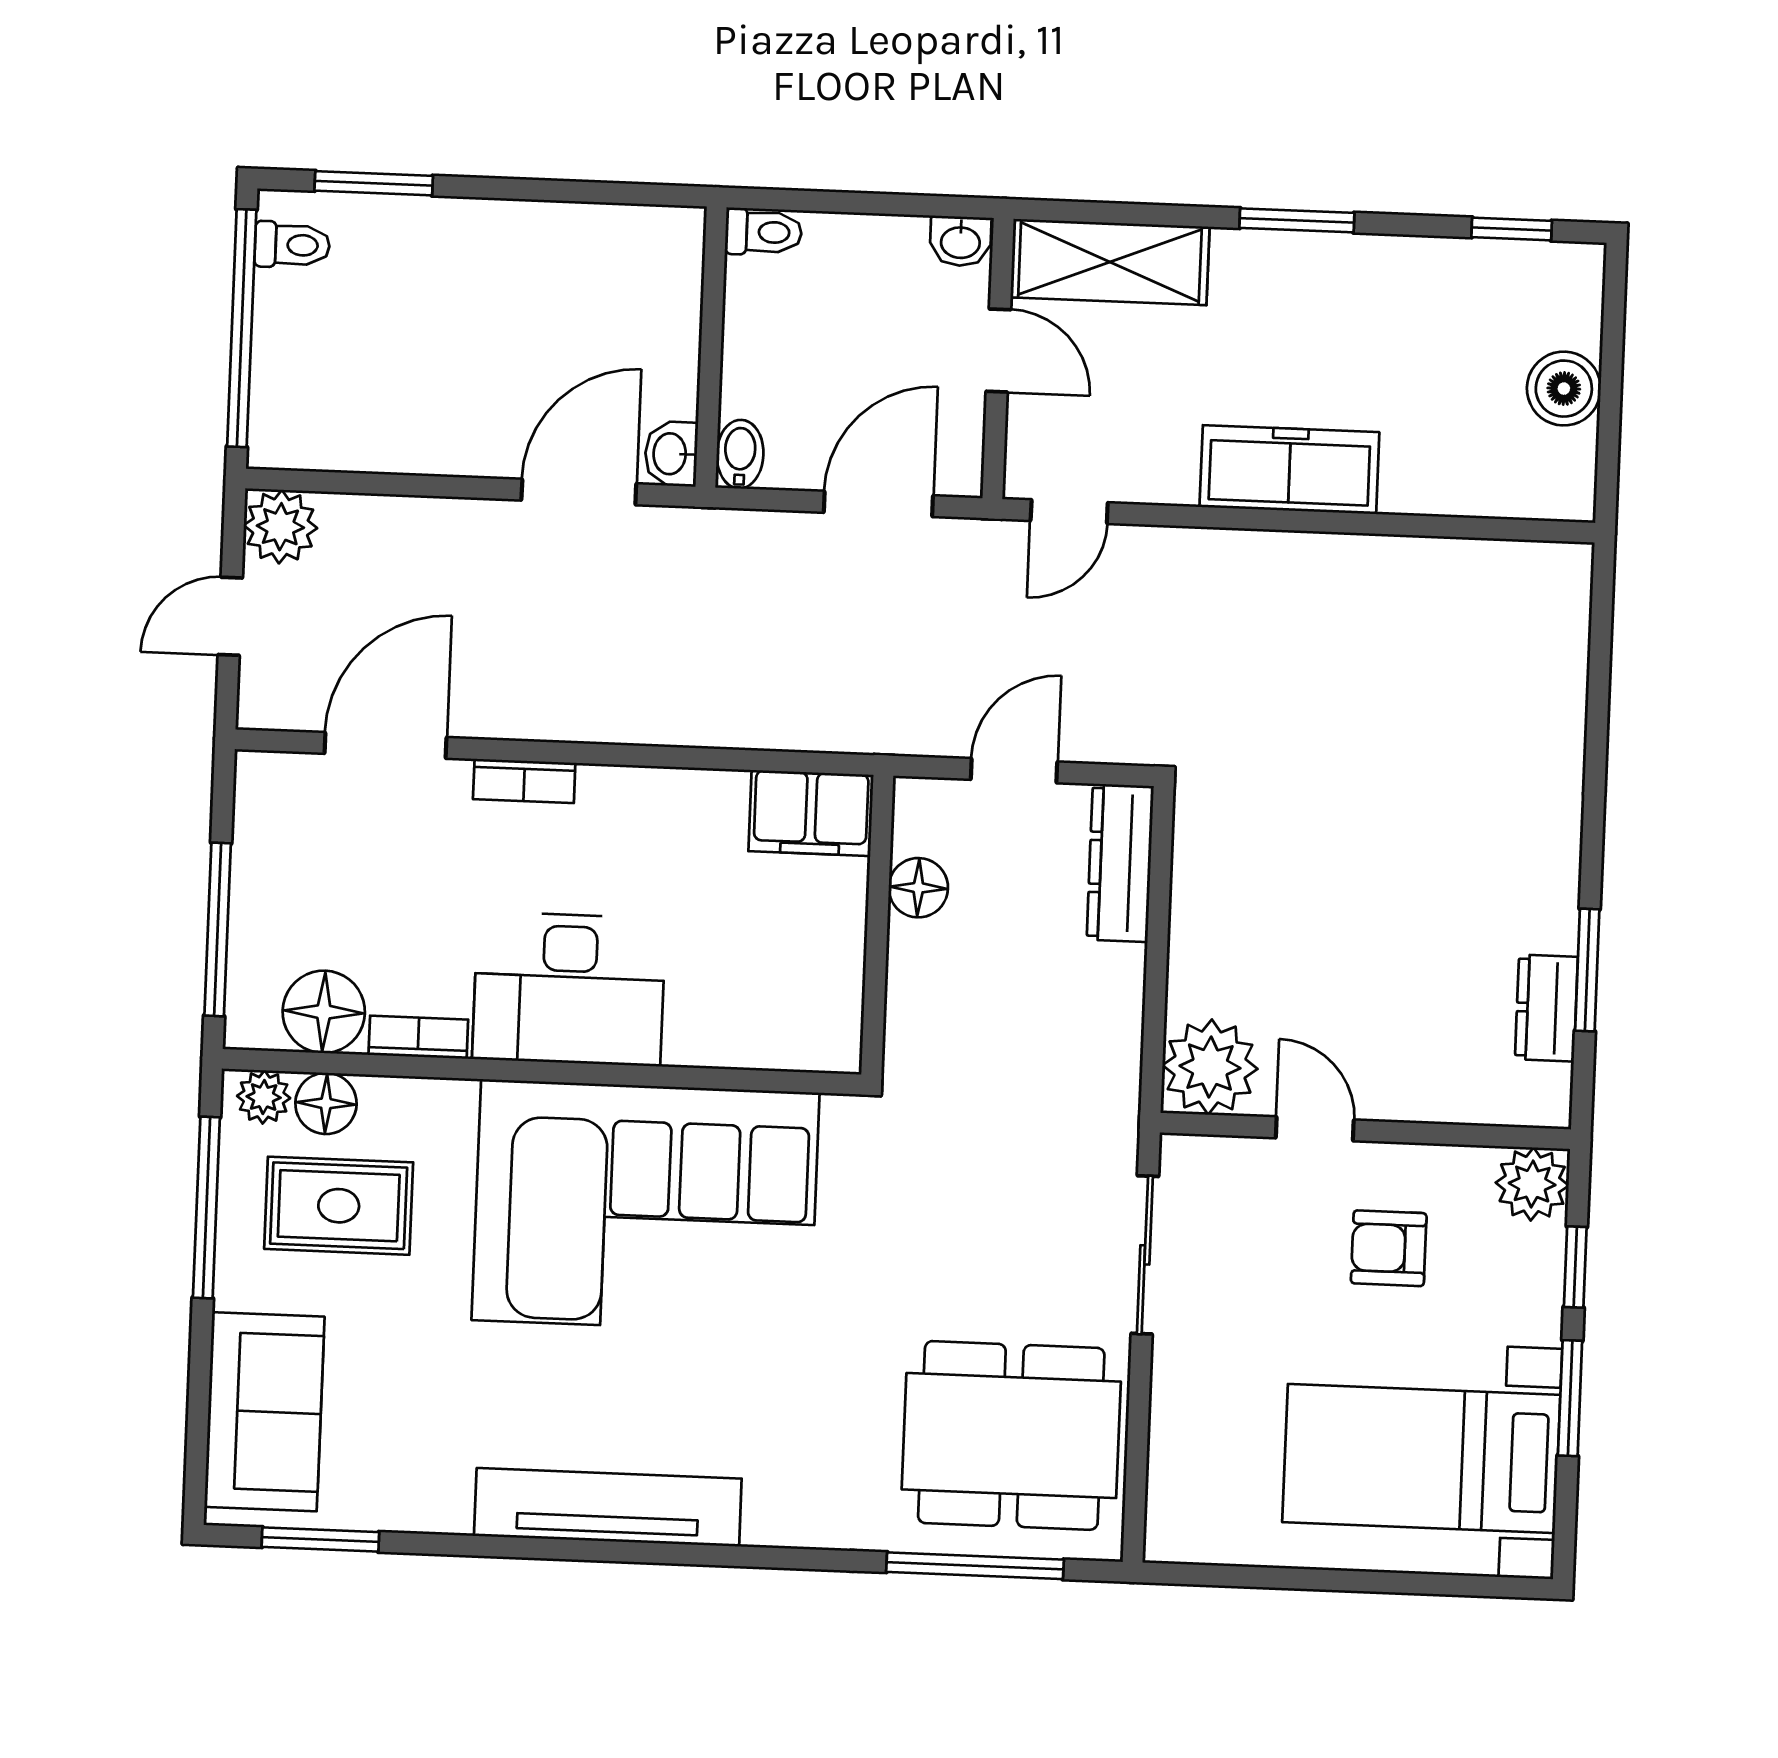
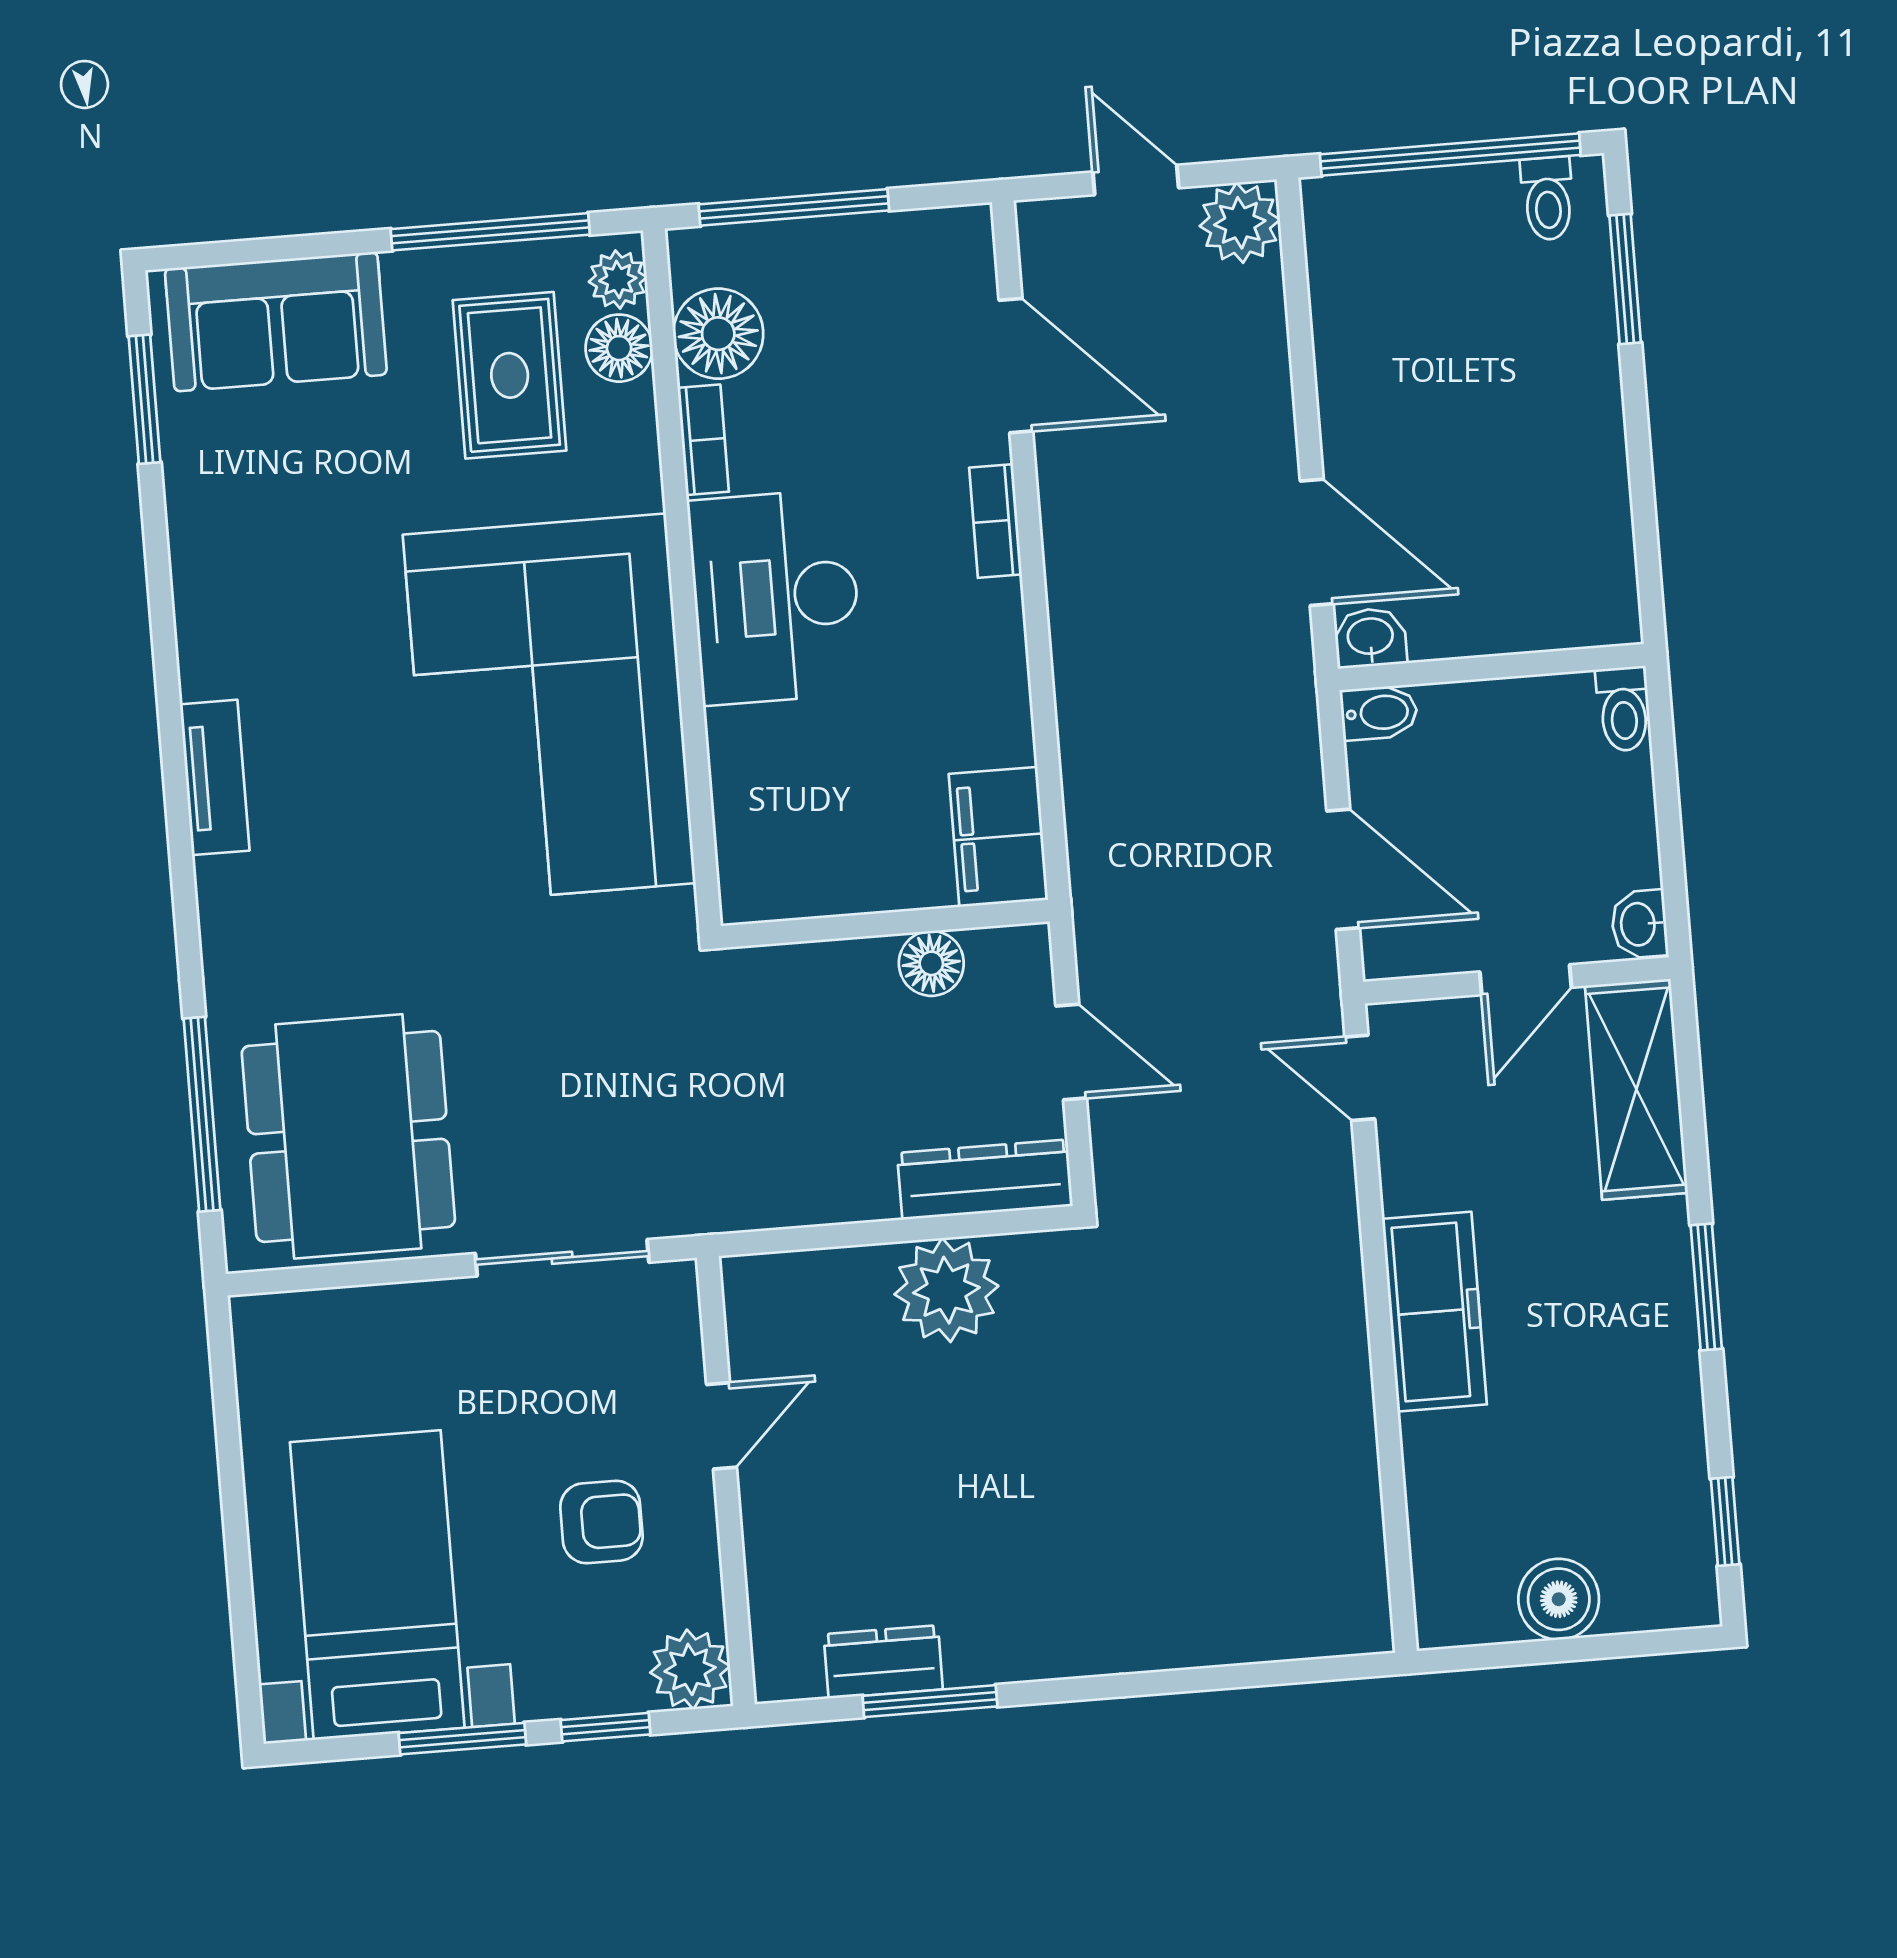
plant: (1210, 1067) -> (946, 1290), moved
armchair: (1389, 1248) -> (601, 1522), turned 90
tv unit: (608, 1507) -> (215, 777), width x0.52, depth x0.78

